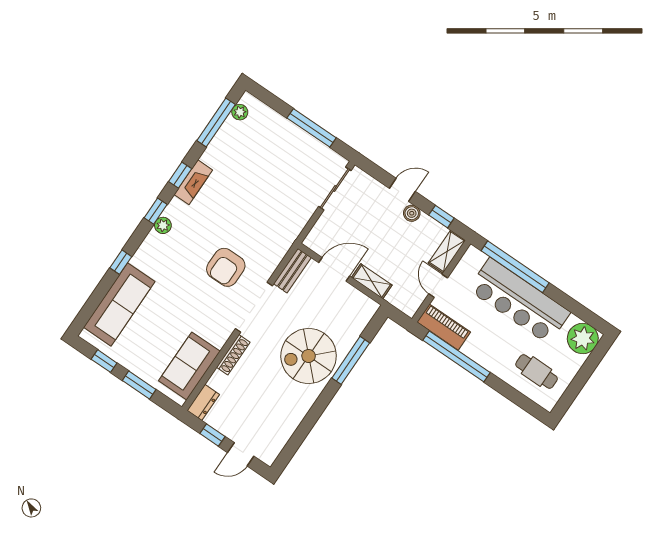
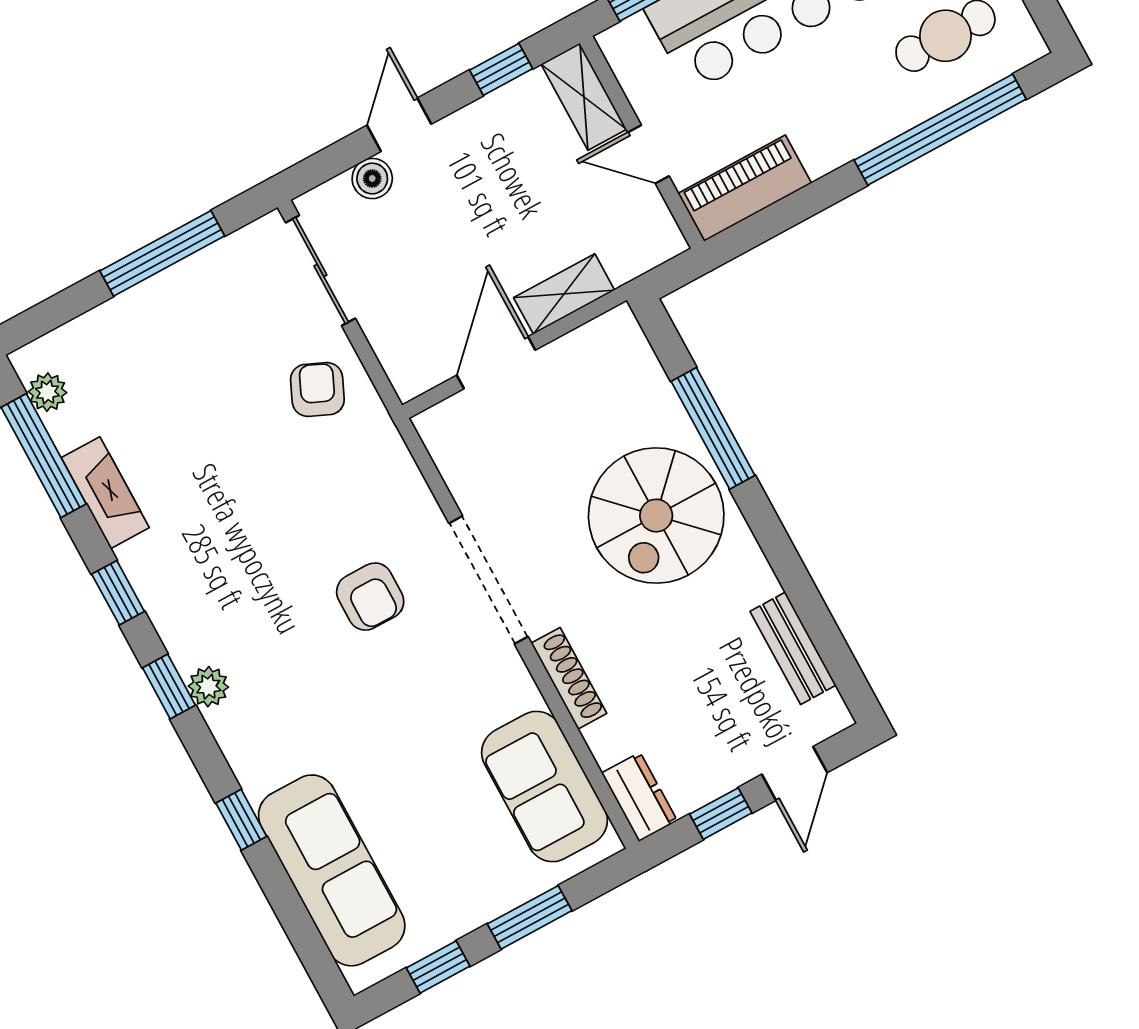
fireplace: (193, 182) -> (105, 493), moved
armchair: (291, 210) -> (317, 390), added
boiler: (412, 213) -> (372, 179), moved
armchair: (226, 267) -> (370, 597), width x0.72, depth x0.72
bench: (292, 271) -> (793, 648), moved
window: (456, 356) -> (940, 130), moved

